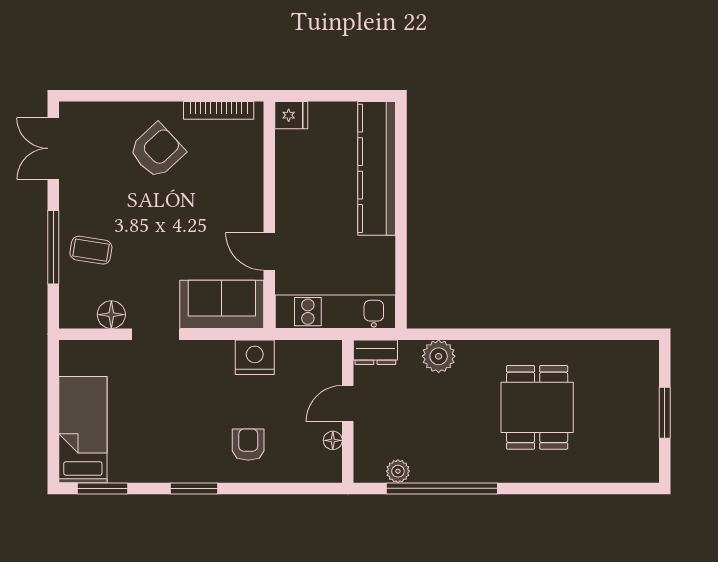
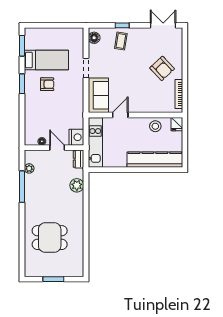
stool: (296, 167) -> (155, 126), added
window: (53, 247) -> (122, 25), width x0.46
floor lamp: (111, 315) -> (94, 38), moved
nightstand: (255, 357) -> (76, 137), moved
dining table: (537, 407) -> (50, 238), moved
bed: (83, 430) -> (46, 60), moved
armchair: (248, 445) -> (47, 84), moved
window: (442, 488) -> (22, 187), width x0.68

